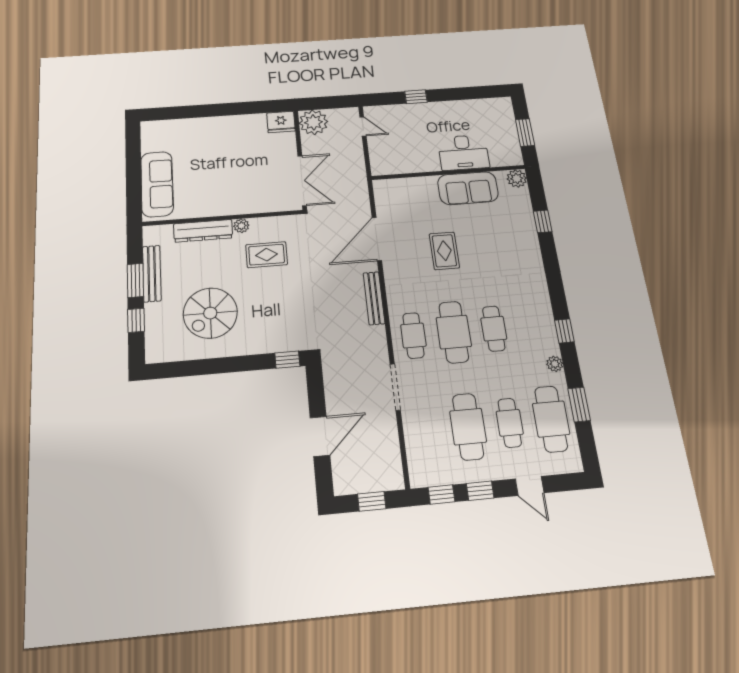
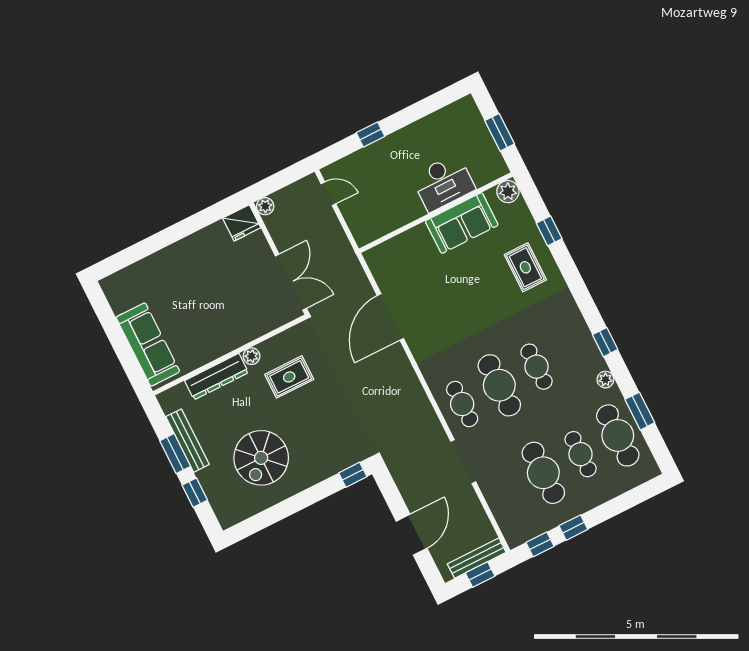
plant: (313, 122) -> (265, 206), width x0.53, depth x0.53
rug: (444, 251) -> (525, 267), moved
bench: (374, 298) -> (477, 558), moved, turned 90
door: (530, 486) -> (617, 506), removed

